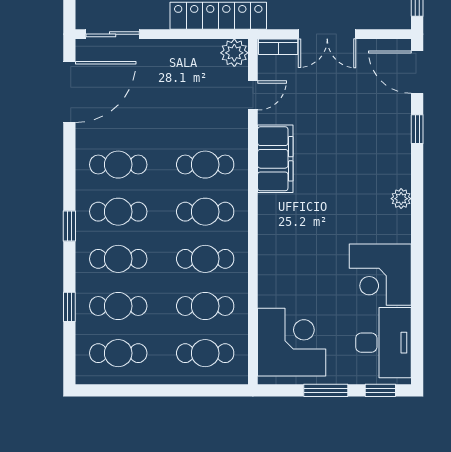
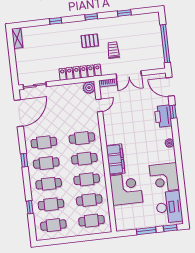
printer: (394, 136) -> (163, 116), added
filing cabinet: (275, 159) -> (115, 159), moved
window: (69, 226) -> (24, 160), moved
corner desk: (292, 342) -> (126, 189), moved

